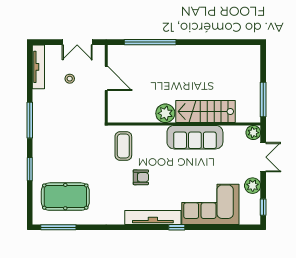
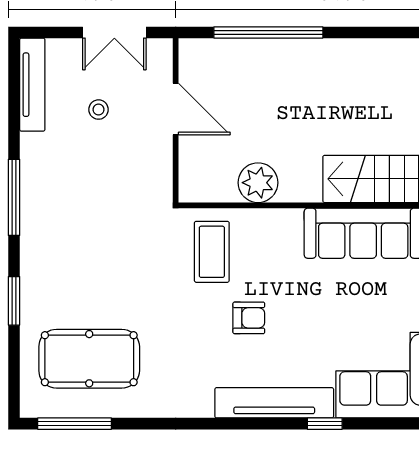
plant: (165, 113) -> (258, 183), moved

